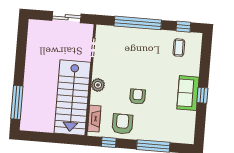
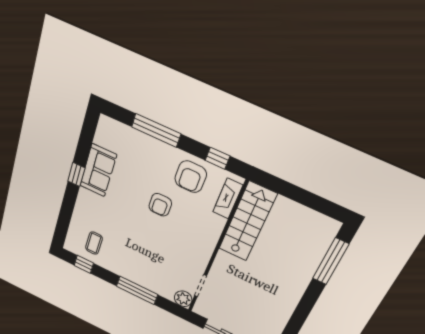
window: (138, 23) -> (137, 290), width x0.68
plant: (98, 85) -> (183, 299), moved
sofa: (188, 93) -> (98, 170), moved
stairs: (72, 98) -> (247, 222), width x0.73, depth x0.66

